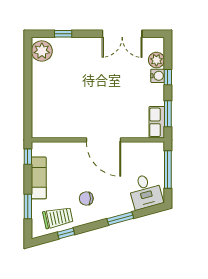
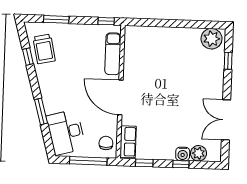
window: (168, 114) -> (144, 163), width x0.67
row of seats: (157, 122) -> (128, 142), moved, turned 90
door: (103, 140) -> (120, 97), hinge flipped
exam couch: (39, 178) -> (113, 54), moved, turned 90
desk: (145, 191) -> (66, 132), width x1.37
chair: (86, 198) -> (106, 143), moved

